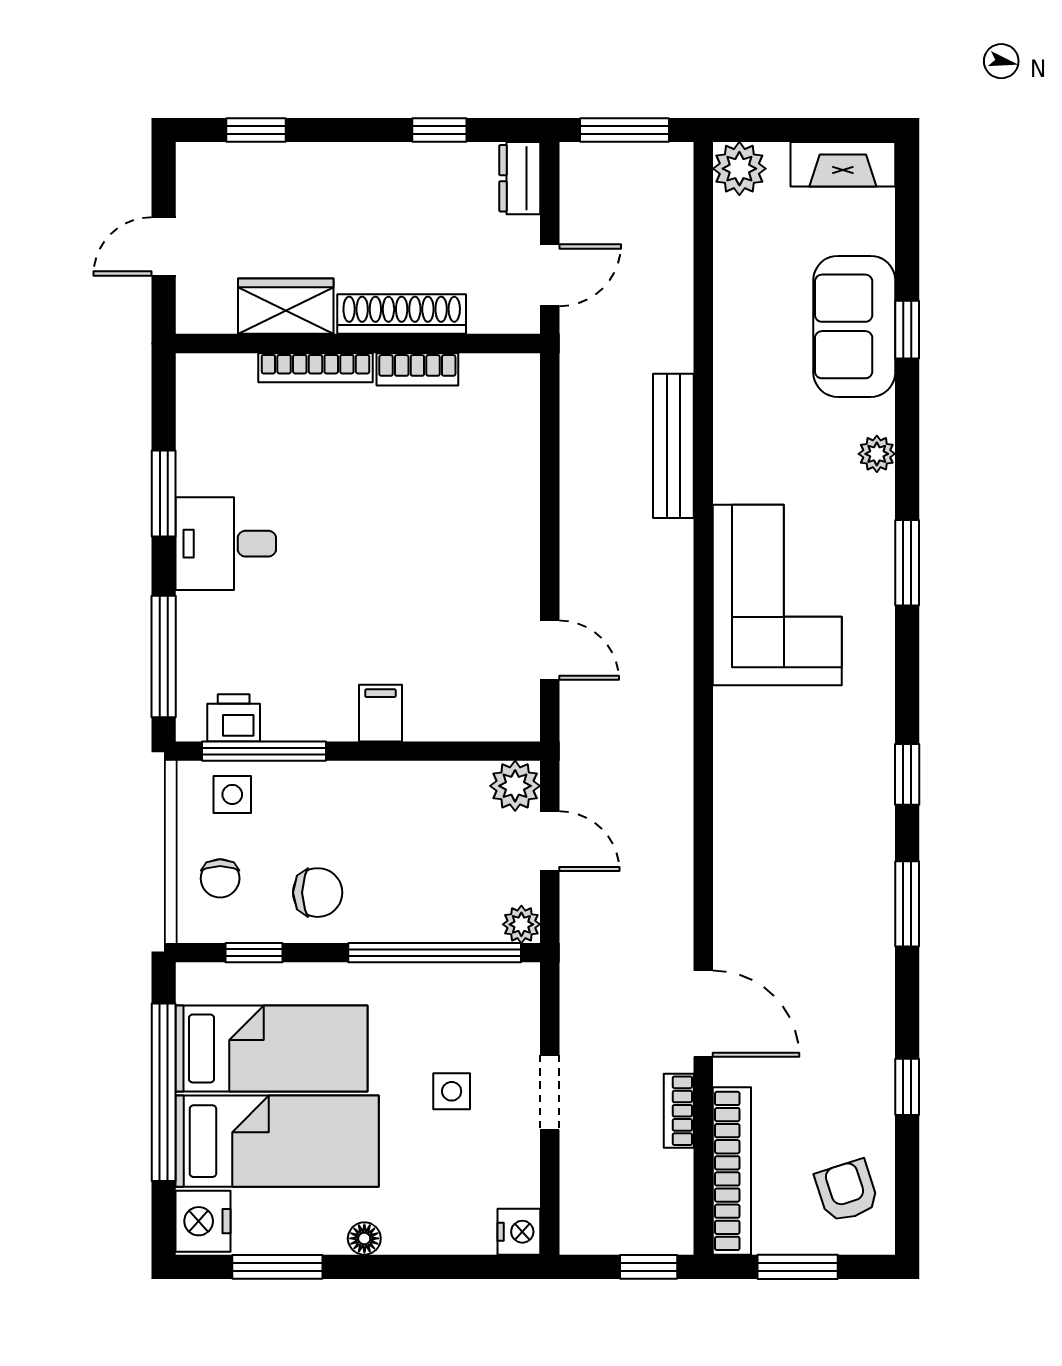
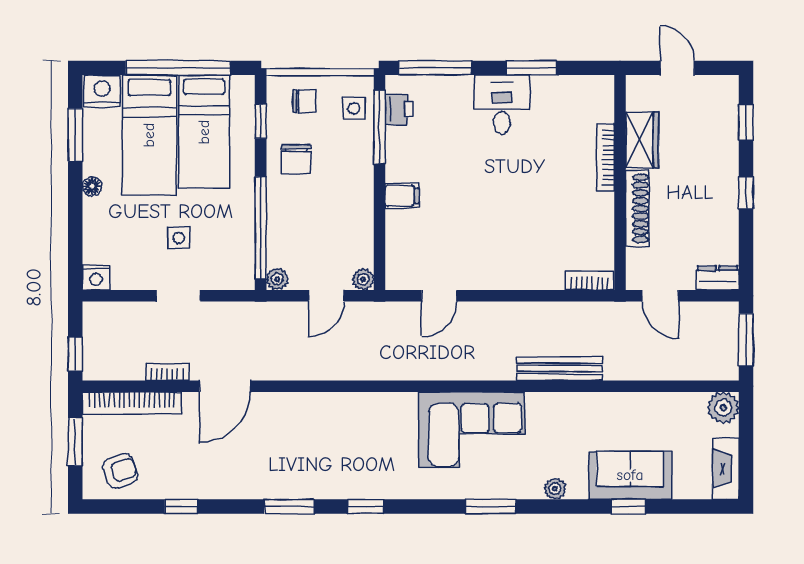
window: (439, 130) -> (746, 193), moved
bookcase: (417, 369) -> (589, 280), moved, turned 90
plant: (515, 786) -> (363, 279), width x0.73, depth x0.73
chair: (220, 878) -> (304, 101), turned 180

